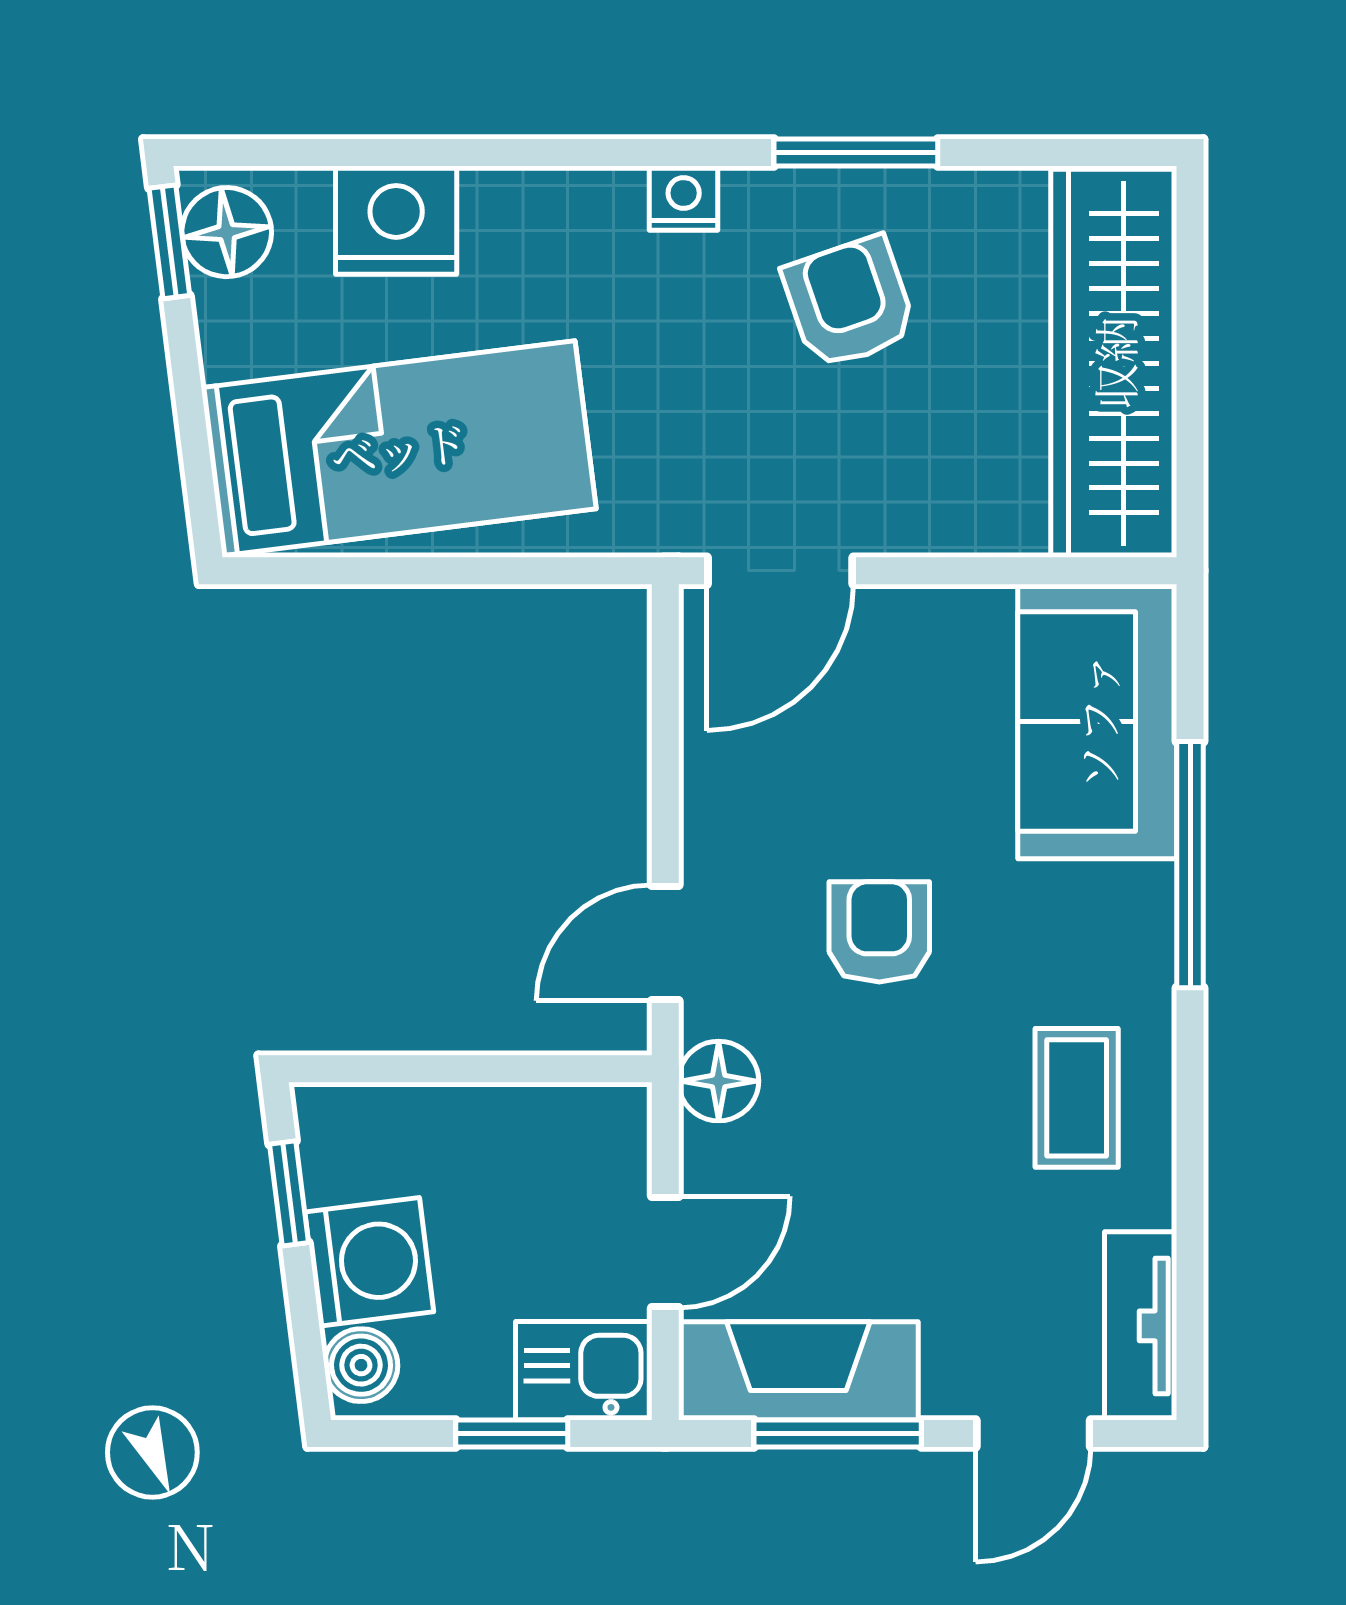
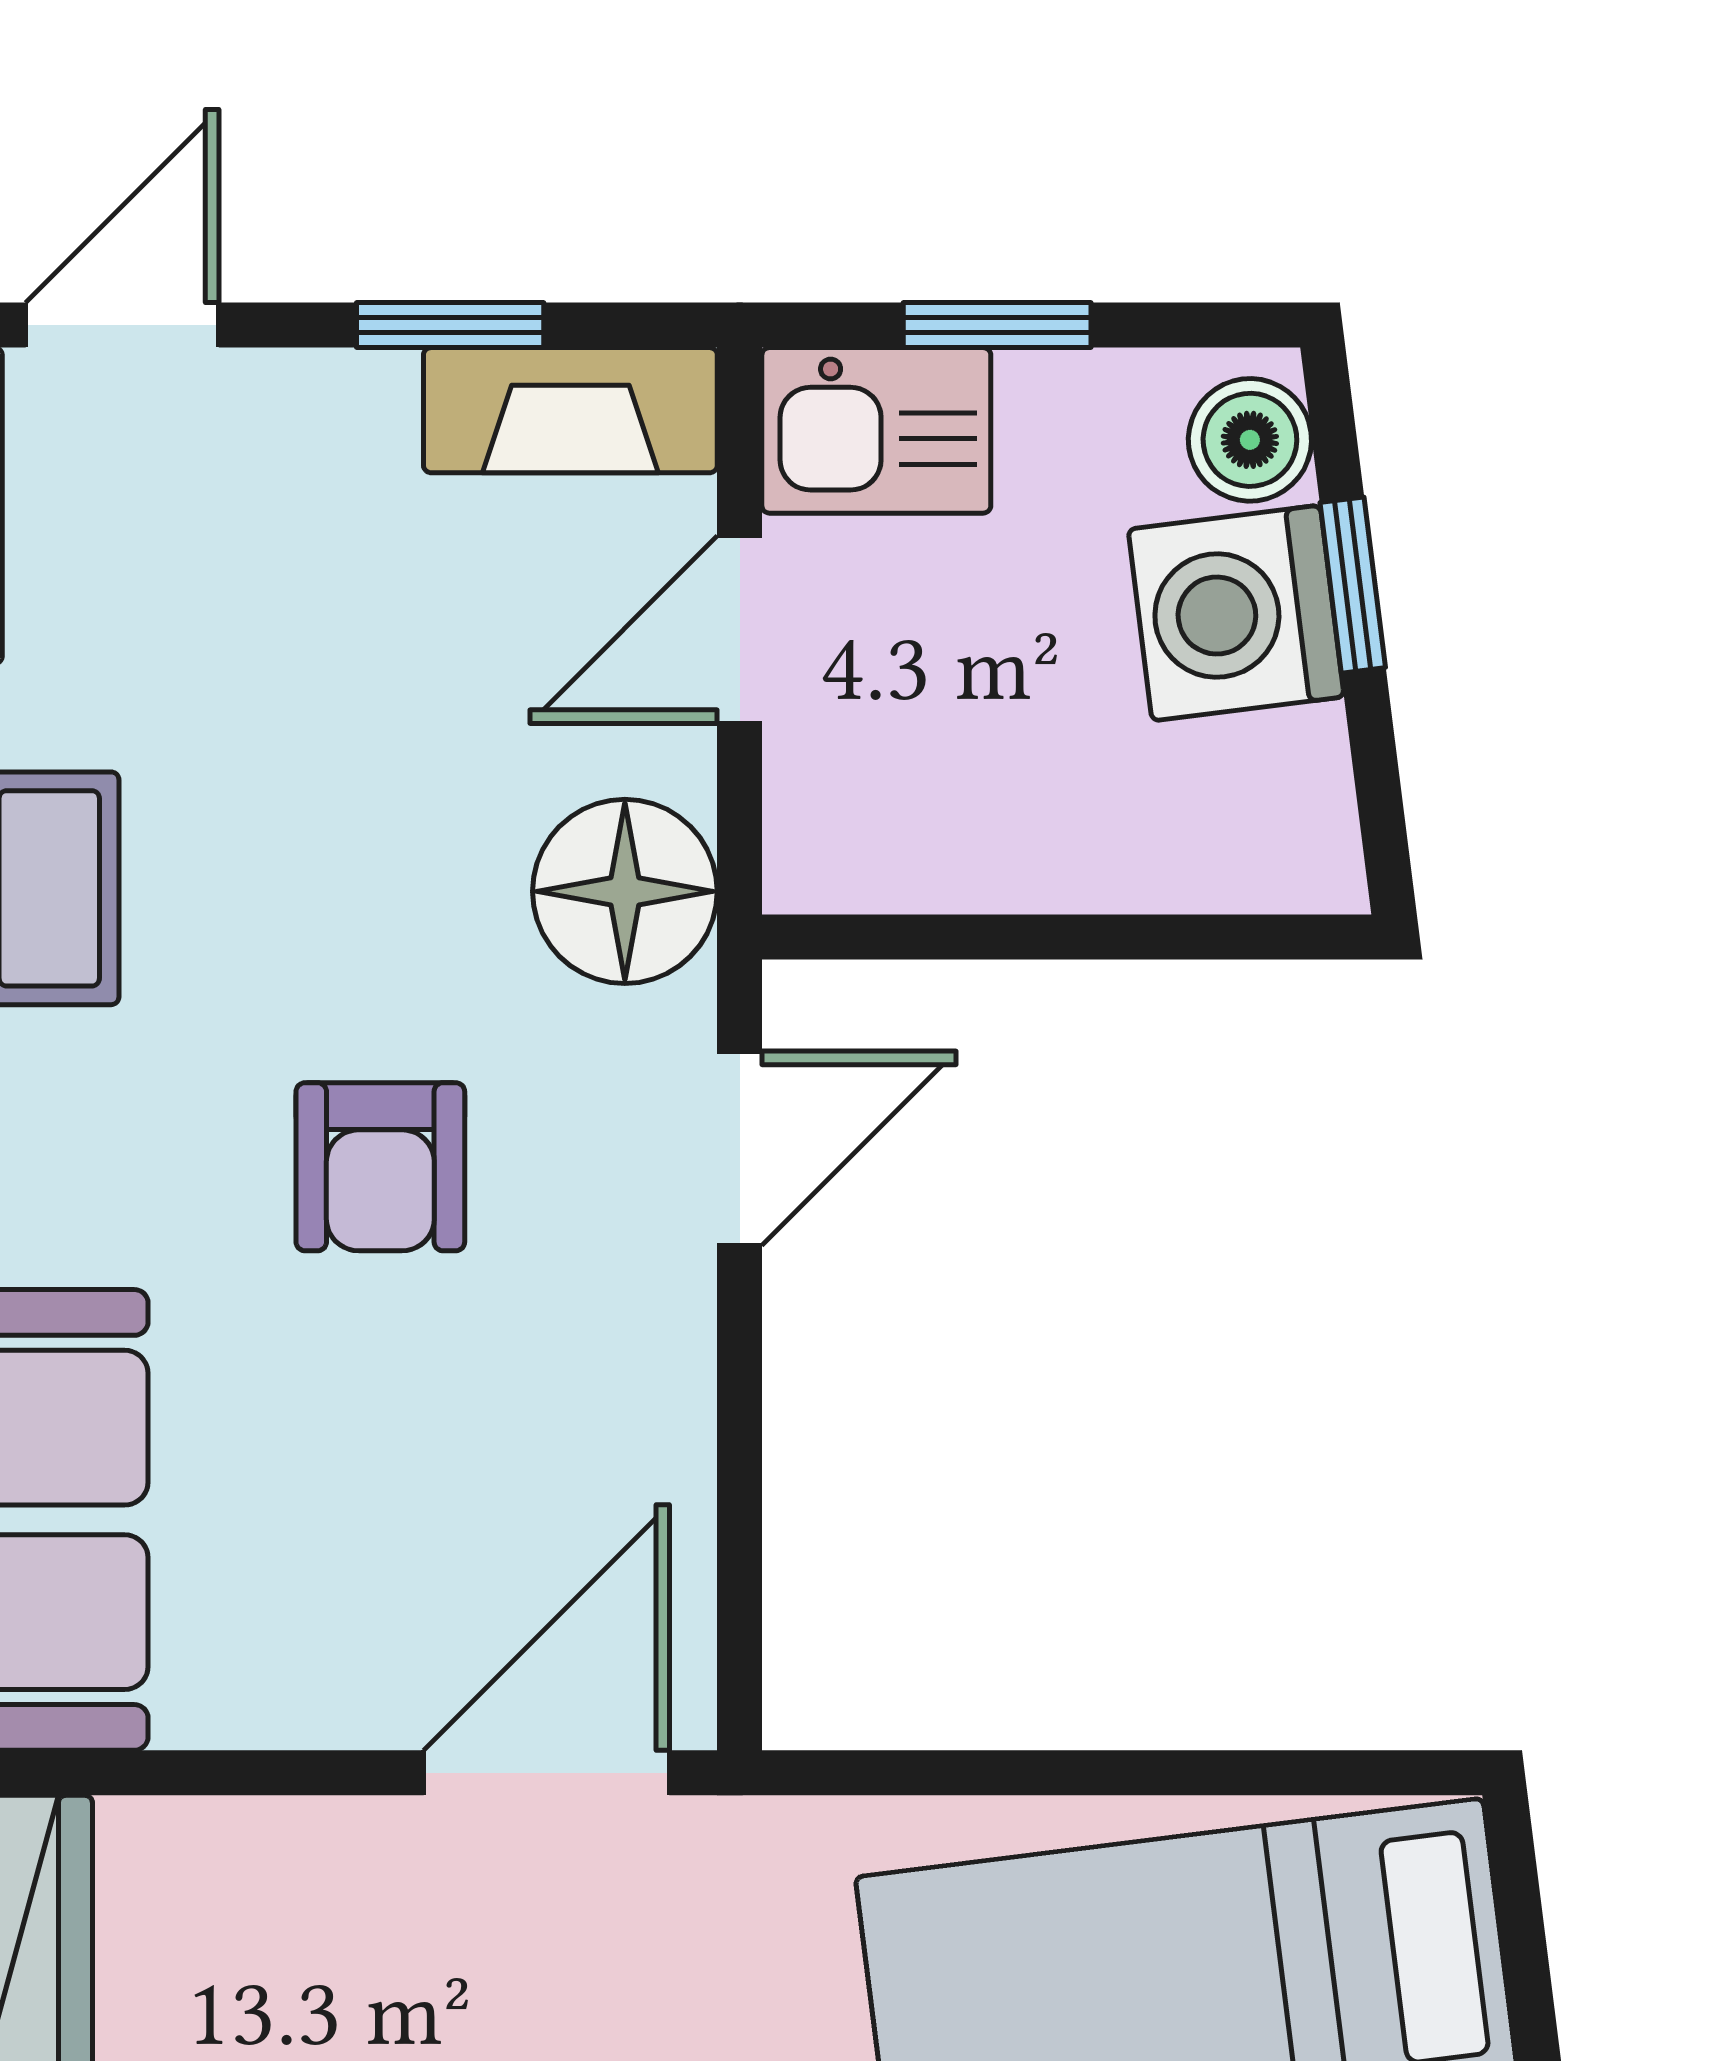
floor lamp: (719, 1081) -> (625, 891), width x1.38, depth x1.38
window: (289, 1193) -> (1353, 585), moved
fireplace: (798, 1371) -> (570, 410), width x0.73, depth x0.76
window: (838, 1434) -> (450, 325), width x0.67

